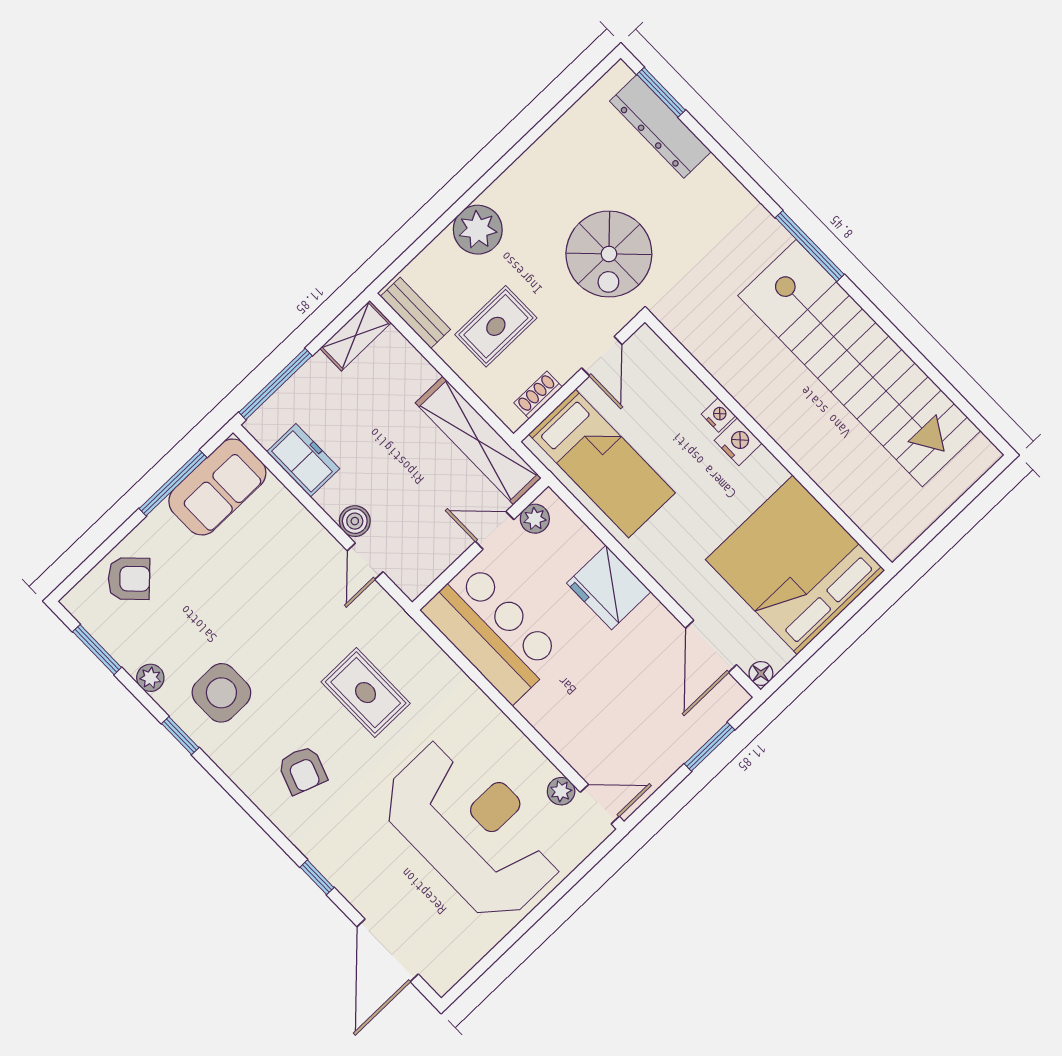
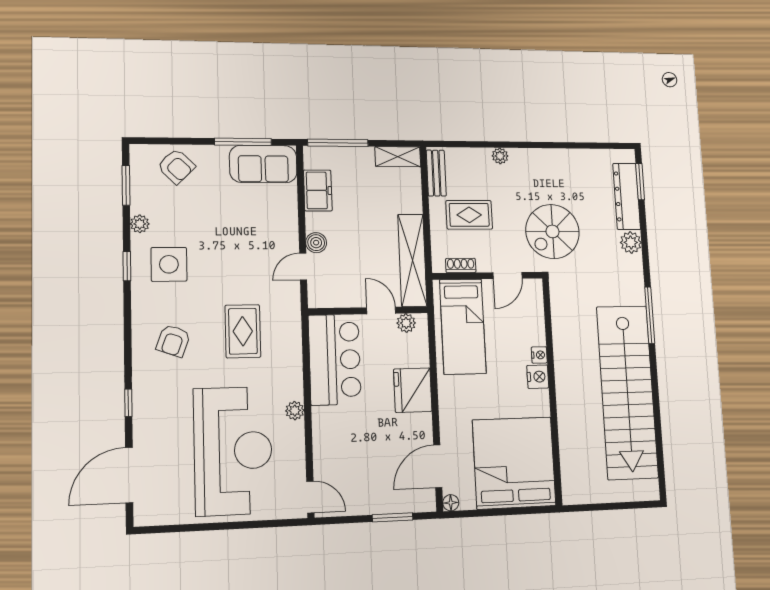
plant: (713, 179) -> (631, 242), added
plant: (478, 230) -> (500, 156), width x0.53, depth x0.53
plant: (561, 791) -> (295, 411), moved

